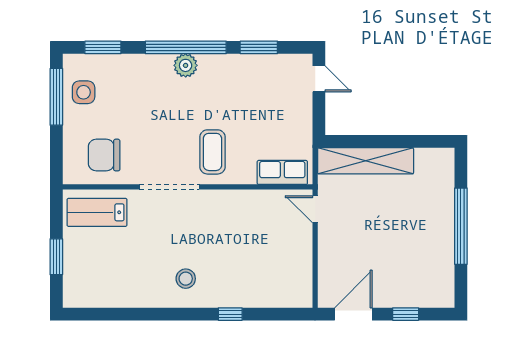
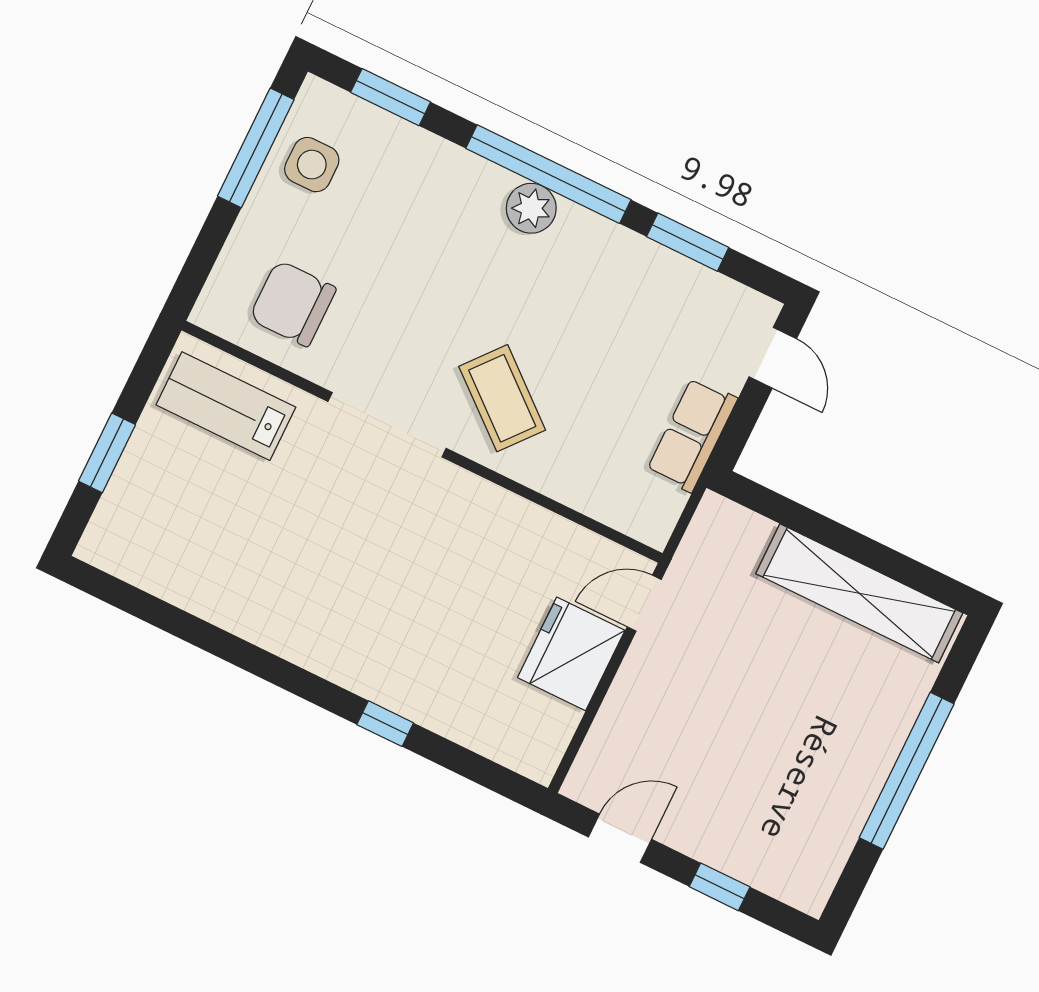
coffee table: (212, 152) -> (502, 398), turned -50
shelving: (366, 161) -> (859, 593), moved
row of seats: (282, 172) -> (692, 435), moved, turned -90
door: (315, 209) -> (644, 603), hinge flipped
fridge: (295, 246) -> (571, 654), added
stool: (186, 279) -> (333, 615), removed
door: (353, 314) -> (620, 838), width x0.73

